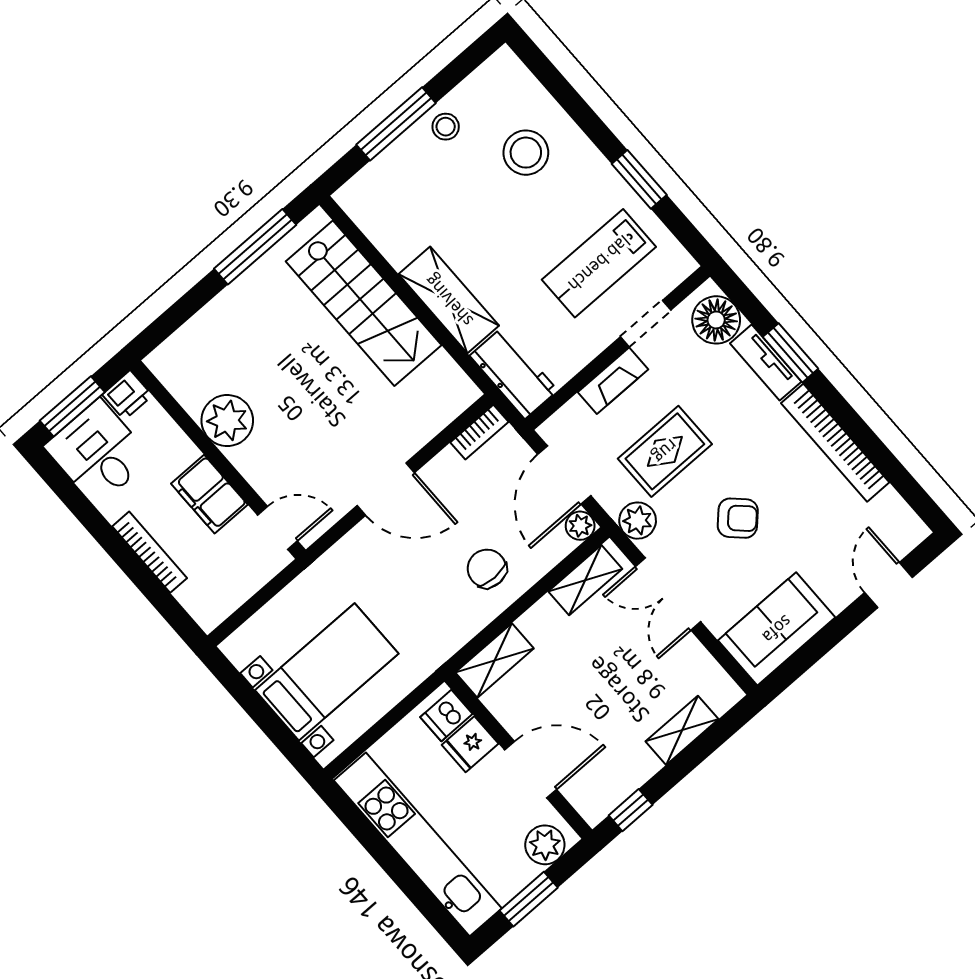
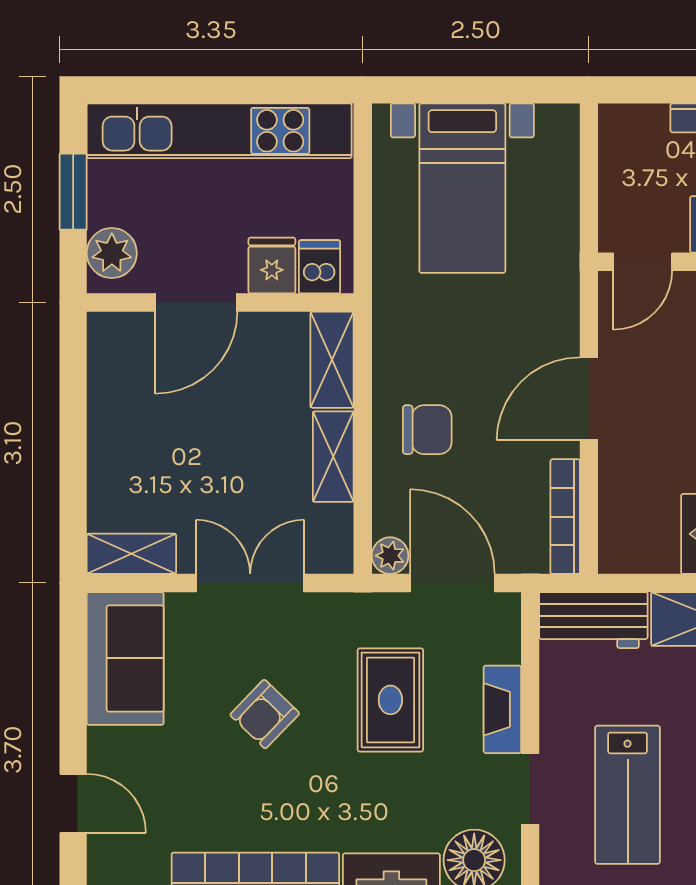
lab bench: (599, 263) -> (628, 795), turned 180
bookcase: (479, 432) -> (565, 517), width x1.56
plant: (638, 521) -> (347, 615), removed
shelving: (585, 580) -> (333, 457), moved
shelving: (682, 730) -> (131, 554), moved, turned 90
window: (631, 810) -> (73, 365), removed

